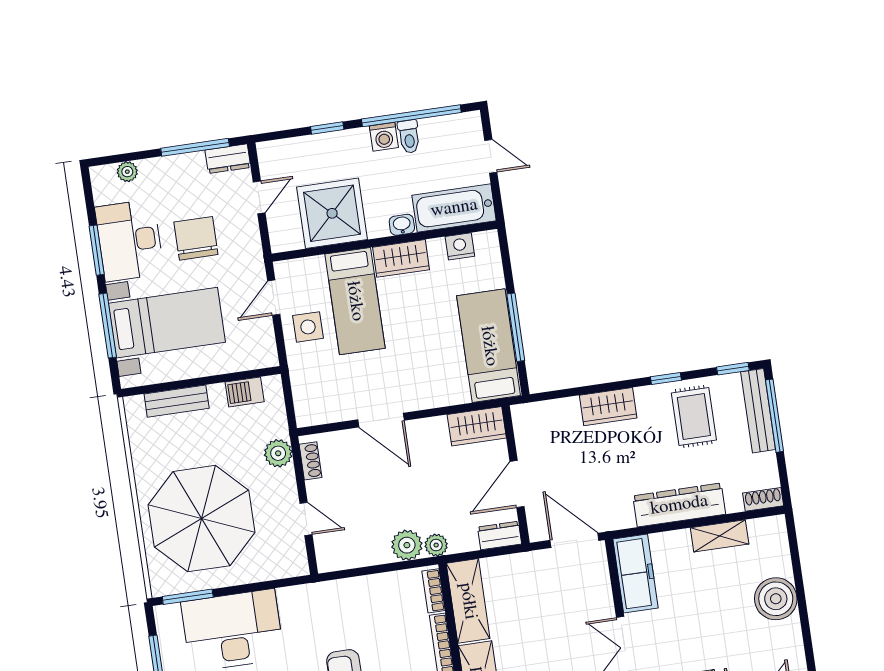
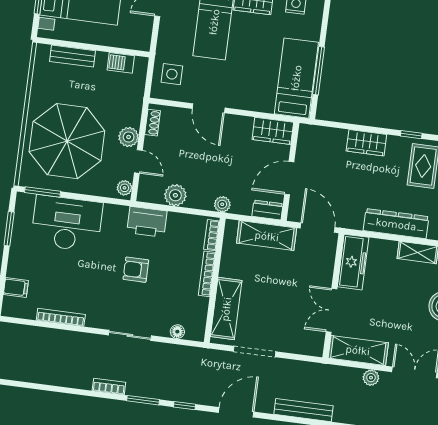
side table: (308, 327) -> (172, 74), moved
plant: (278, 453) -> (129, 137), moved
plant: (407, 545) -> (175, 195), moved
plant: (297, 560) -> (124, 188), added
printer: (341, 598) -> (147, 222), added
shelving: (468, 601) -> (267, 236), moved, turned 90

